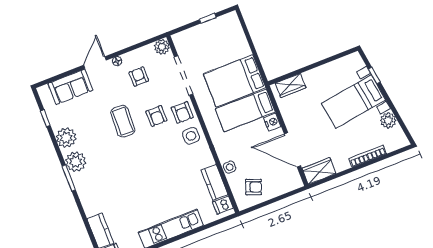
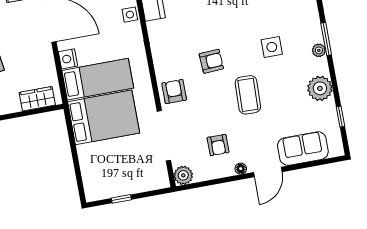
armchair: (156, 116) -> (211, 61), moved, turned 87
side table: (191, 136) -> (272, 47), moved
plant: (76, 162) -> (319, 50), width x0.53, depth x0.53

